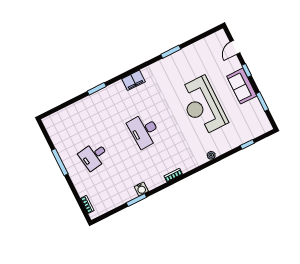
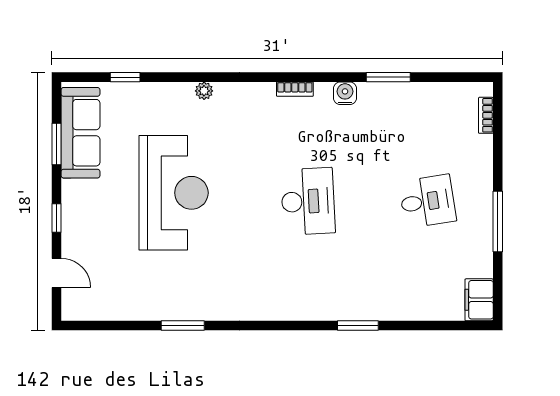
door: (235, 47) -> (56, 273), hinge flipped
filing cabinet: (134, 80) -> (479, 300), moved, turned -90
sofa: (242, 86) -> (81, 133), moved, width x1.36
water cooler: (141, 189) -> (345, 93), moved

